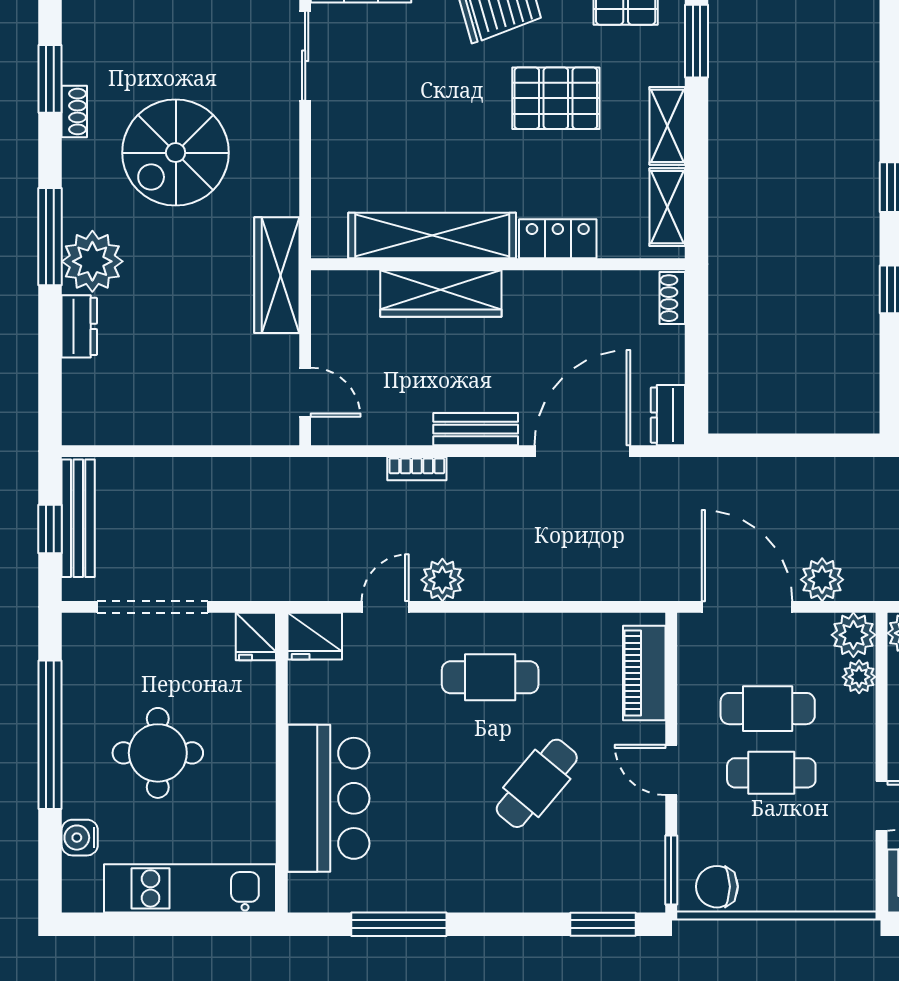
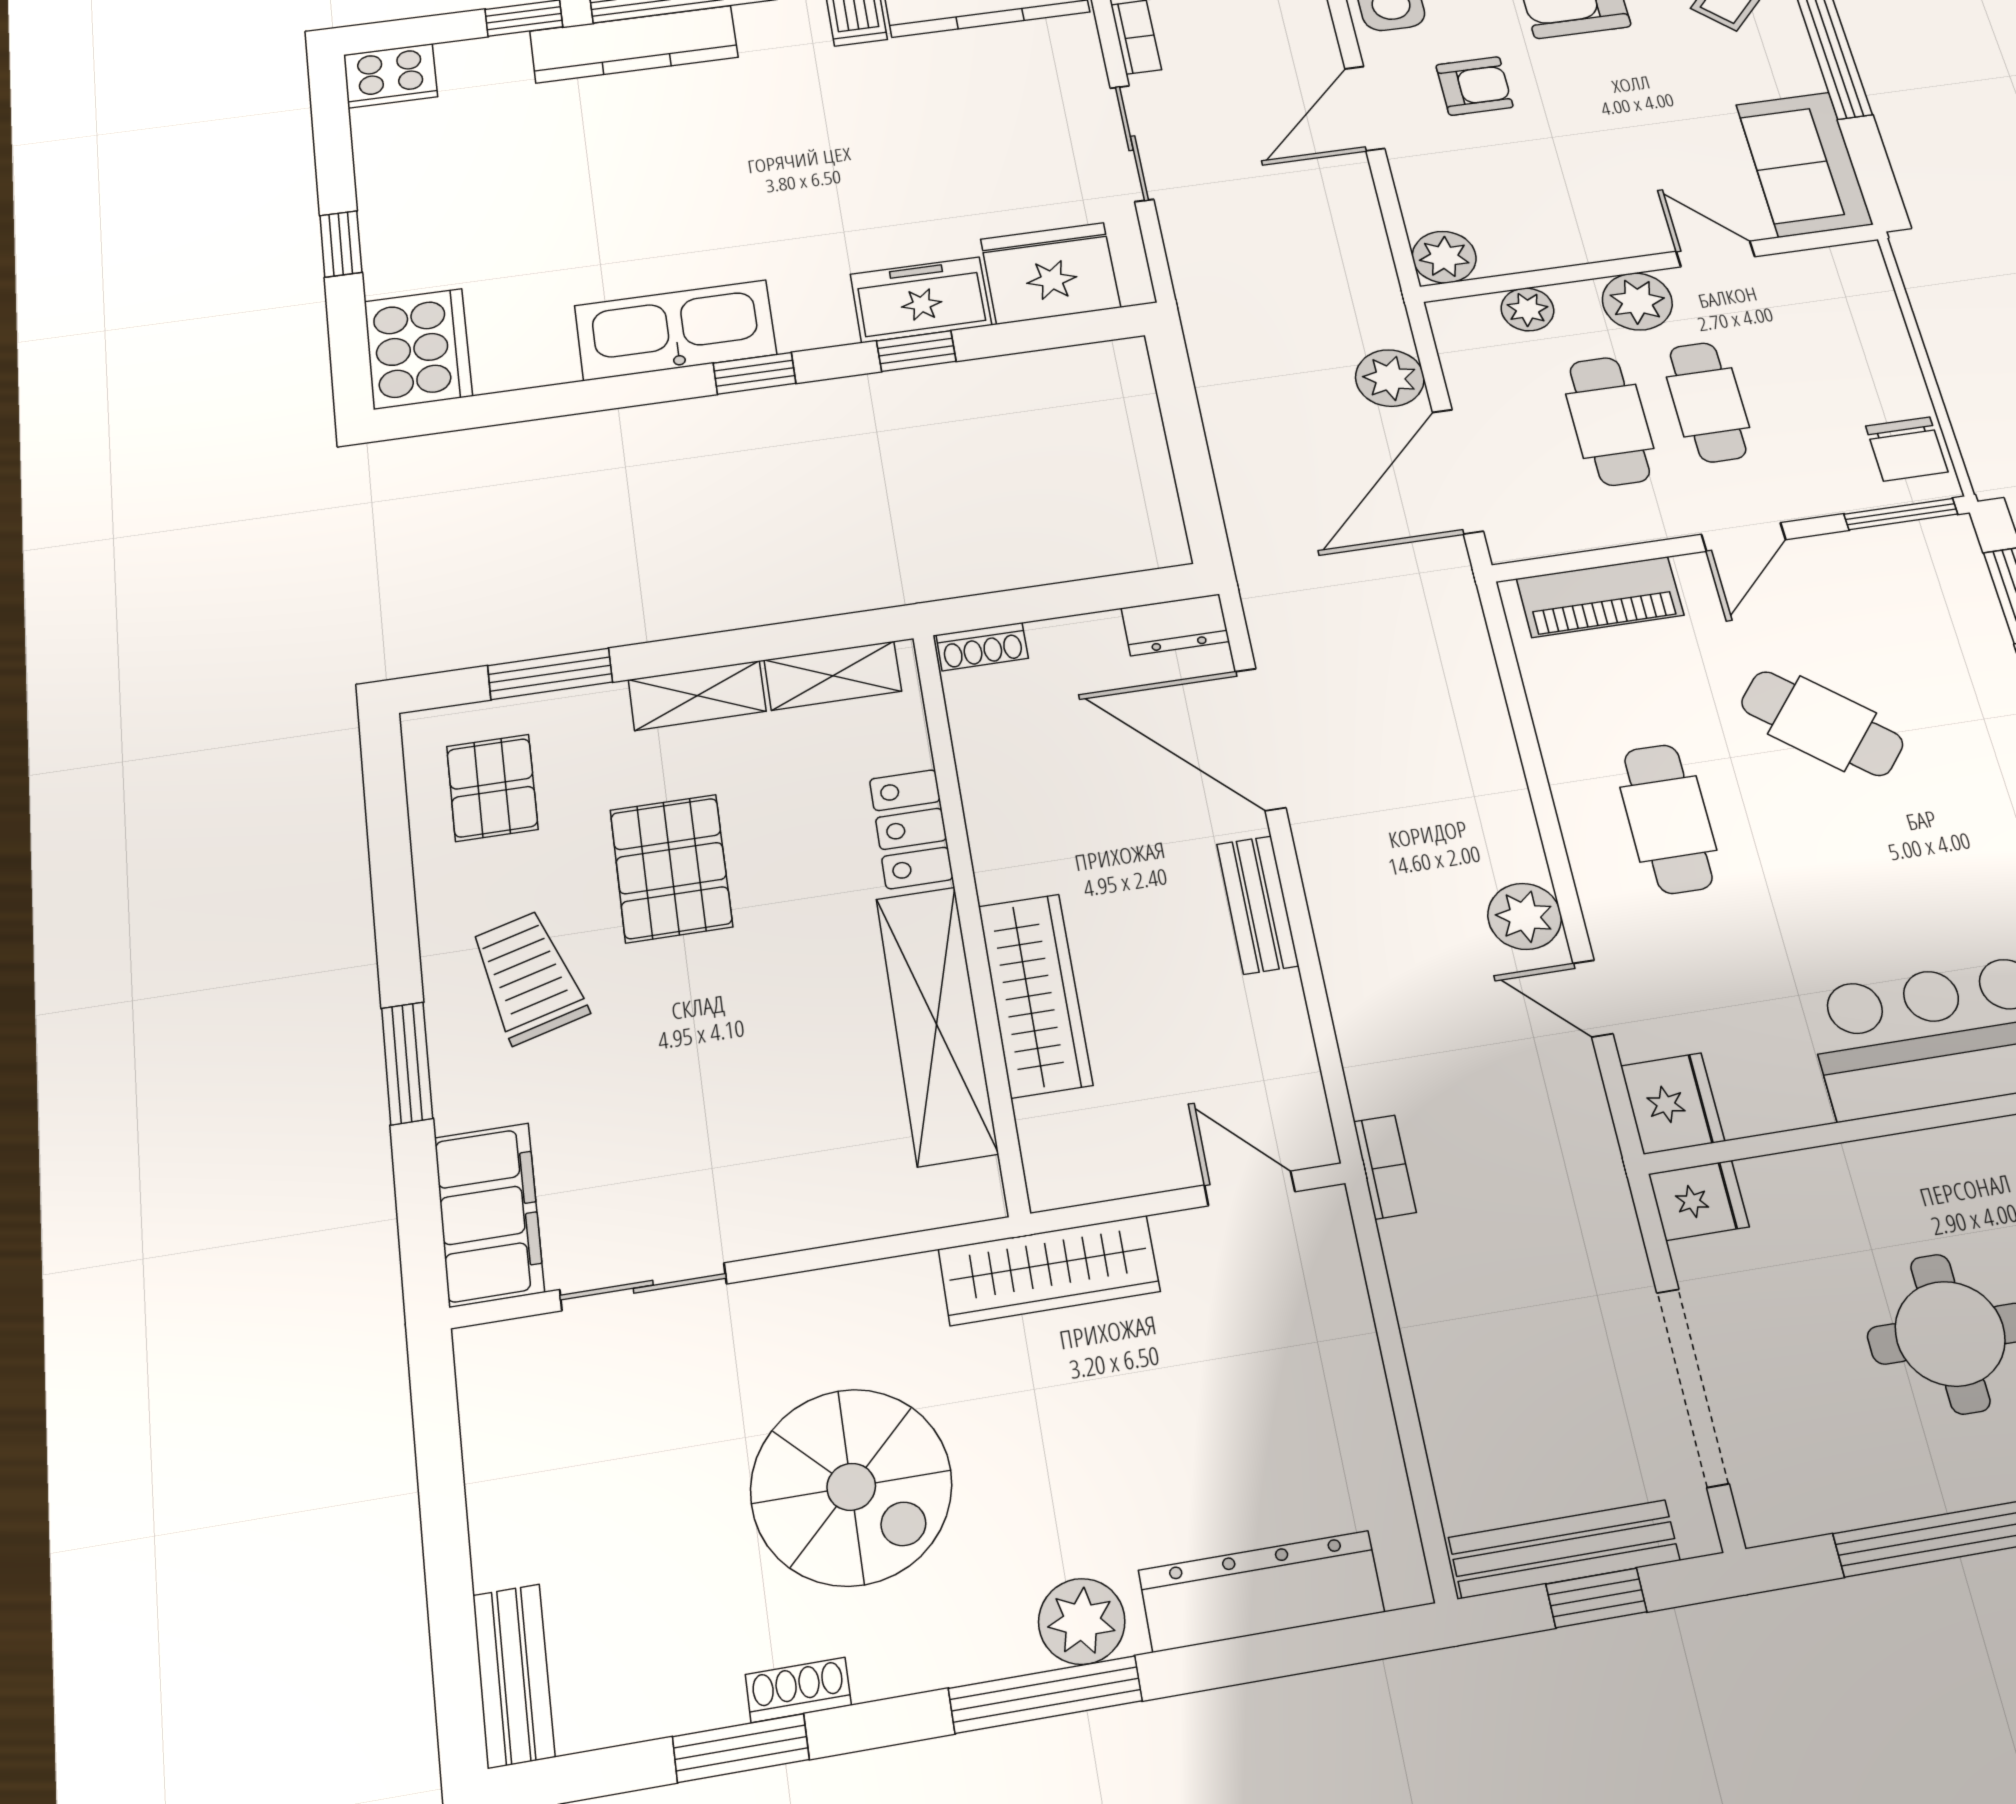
plant: (92, 261) -> (1082, 1621), width x0.73, depth x0.73
dresser: (79, 326) -> (1261, 1591), width x1.96, depth x1.24
door: (305, 392) -> (1250, 1188), hinge flipped
bookcase: (417, 469) -> (1385, 1167), moved
plant: (853, 635) -> (1637, 302), moved

